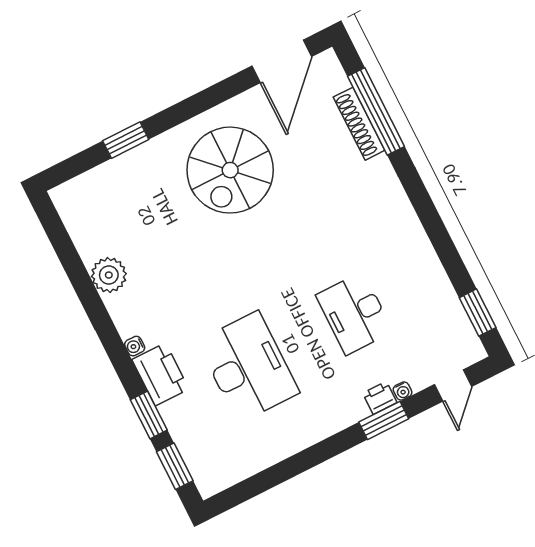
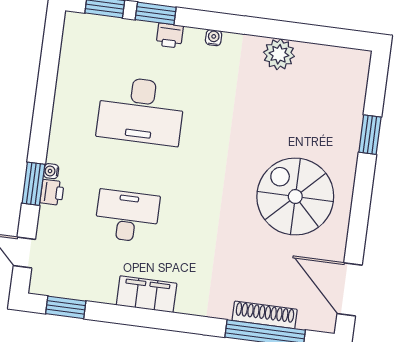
filing cabinet: (414, 246) -> (147, 294), added
printer: (160, 374) -> (170, 35), width x0.53, depth x0.68
water cooler: (403, 391) -> (51, 171), moved

